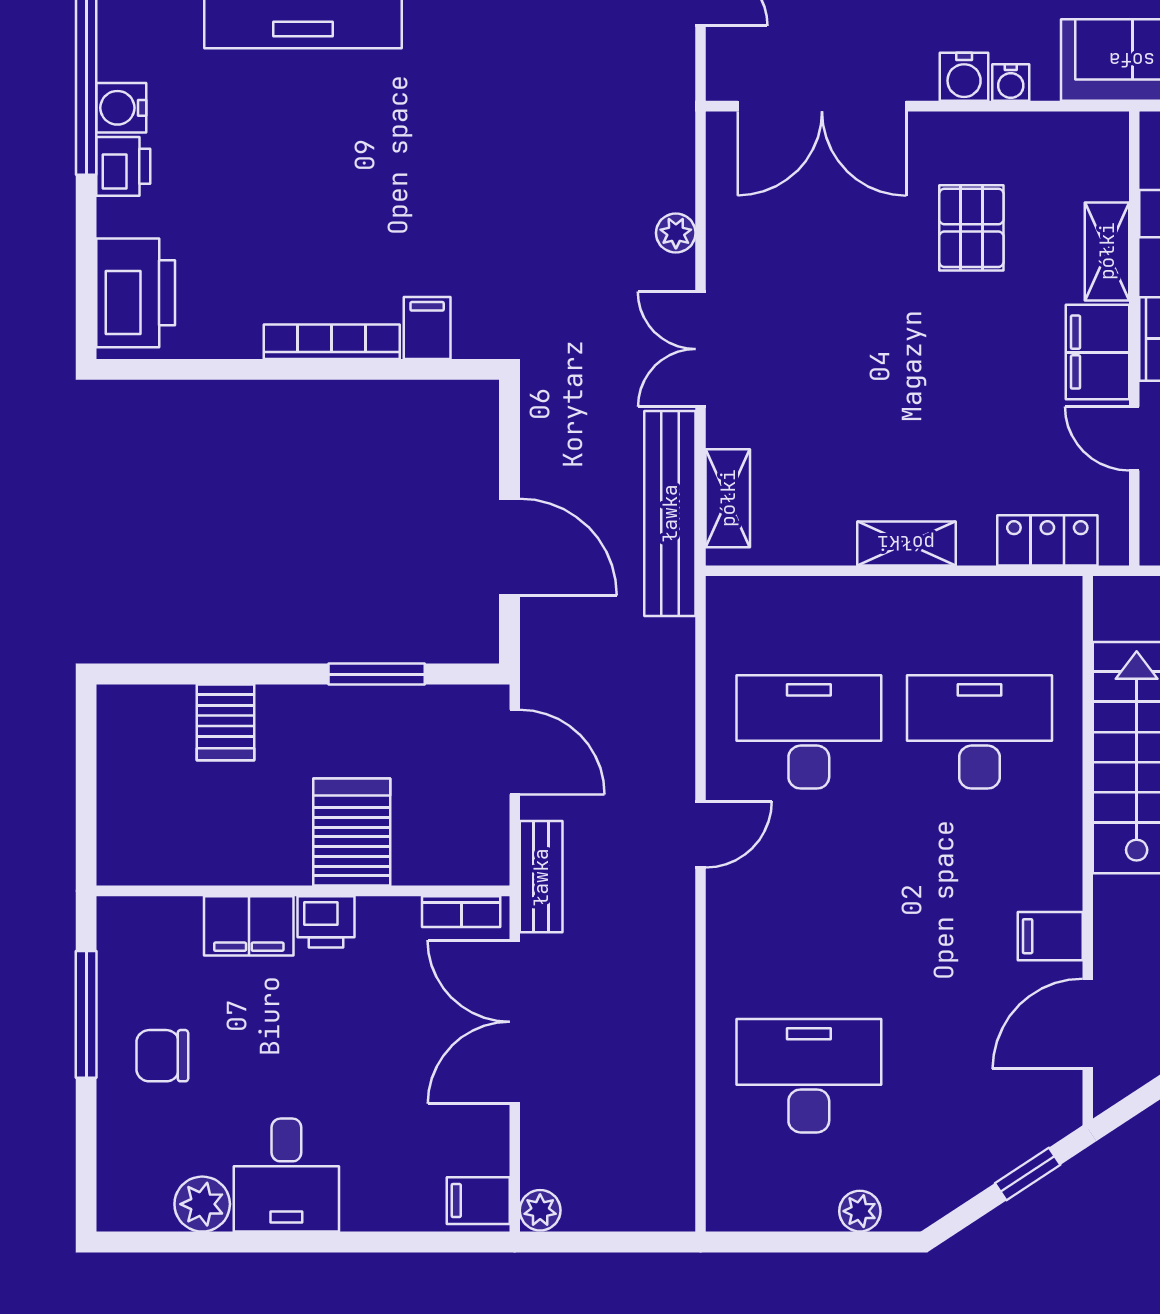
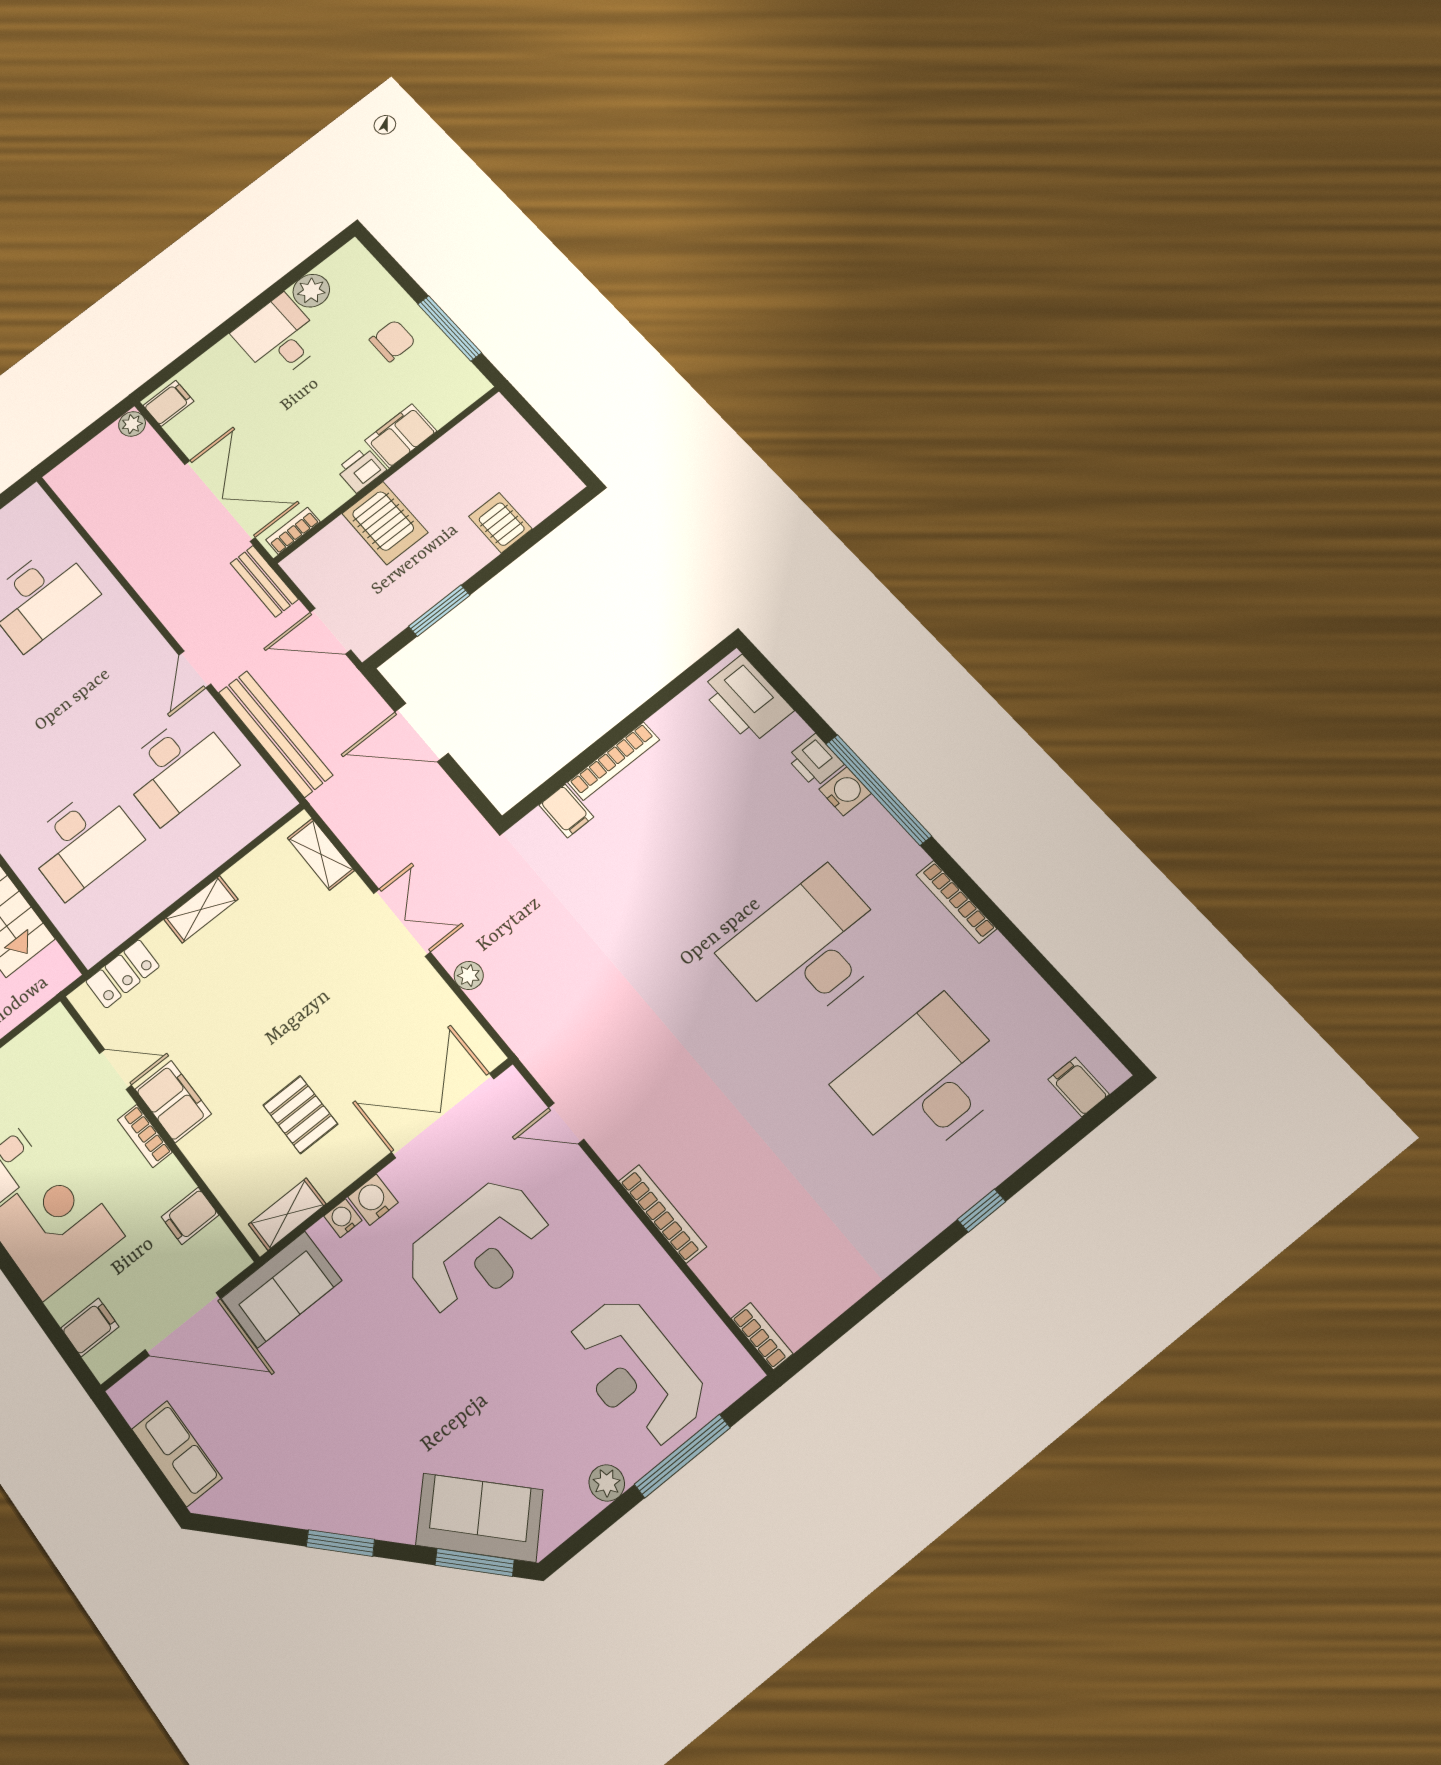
shelving: (1107, 251) -> (287, 1214), moved, turned 90
bench: (670, 513) -> (275, 734), moved

